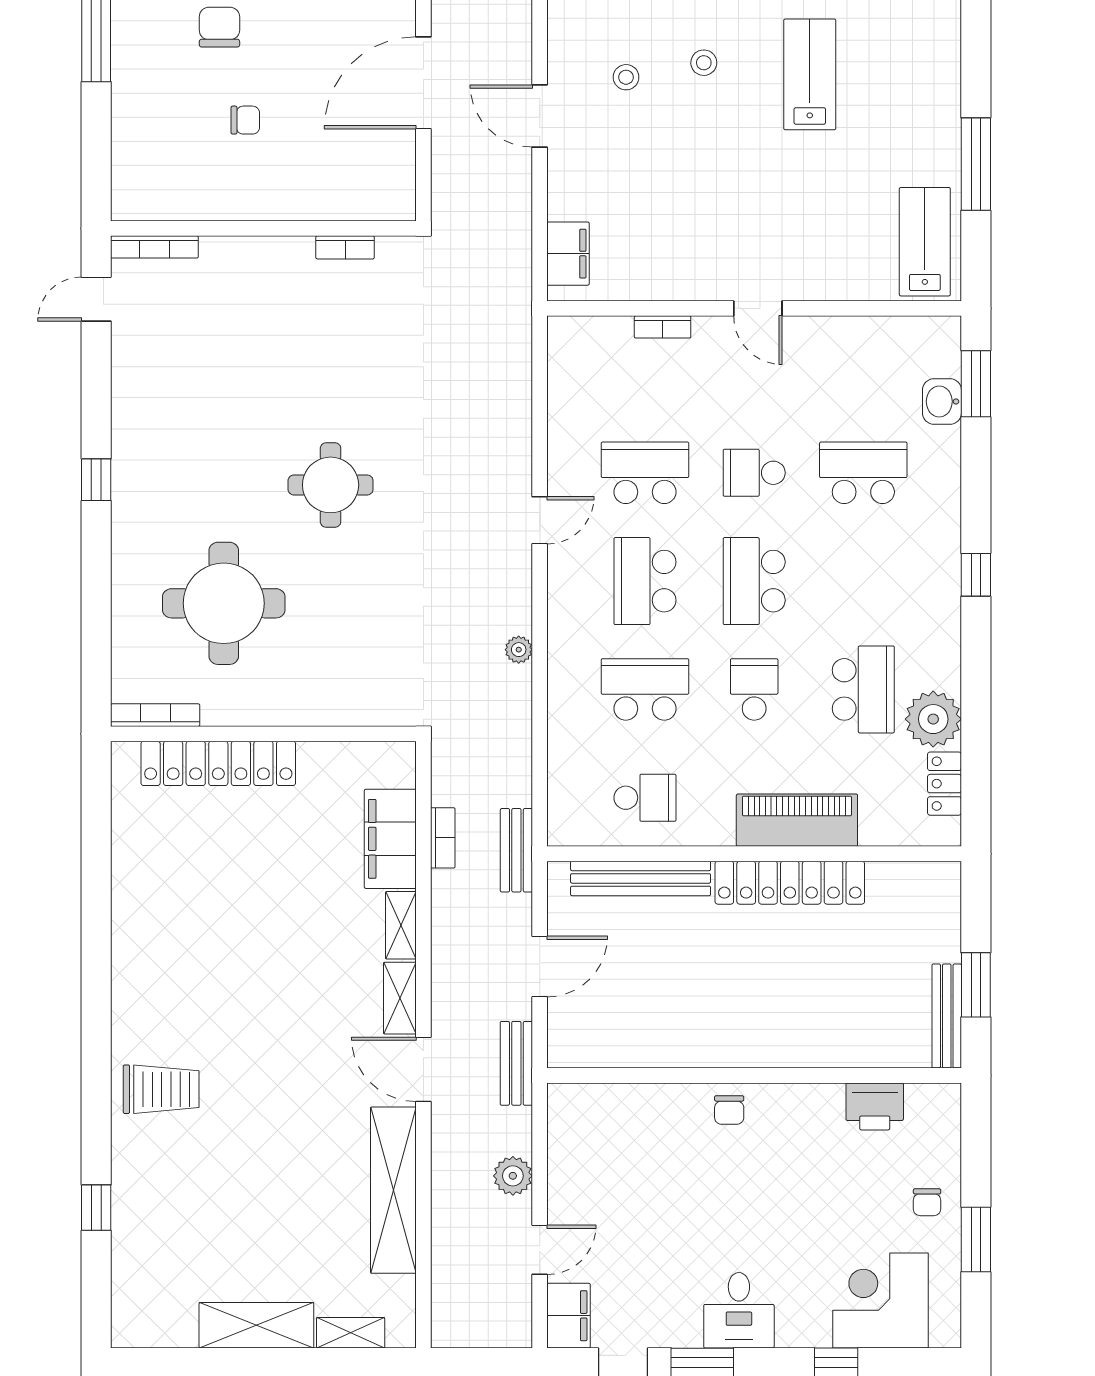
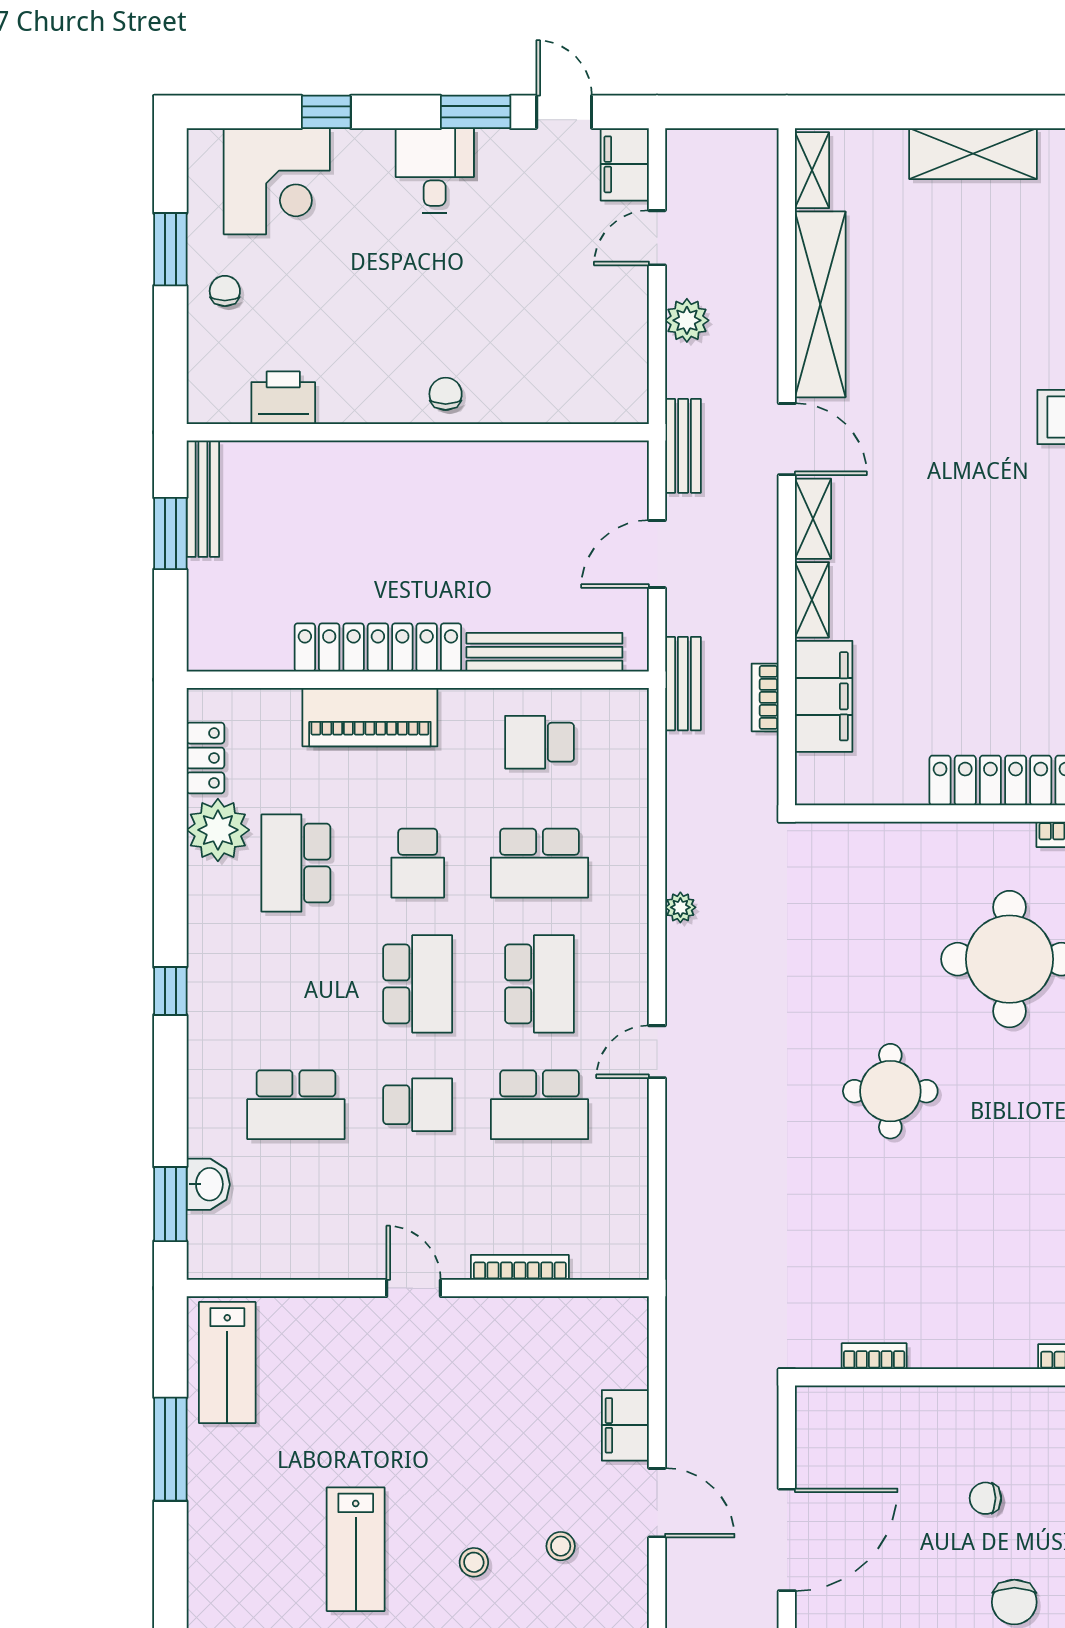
filing cabinet: (568, 254) -> (625, 1425), moved
bookcase: (663, 327) -> (520, 1267), width x1.56
shelving: (351, 1333) -> (812, 170), moved, turned 90

